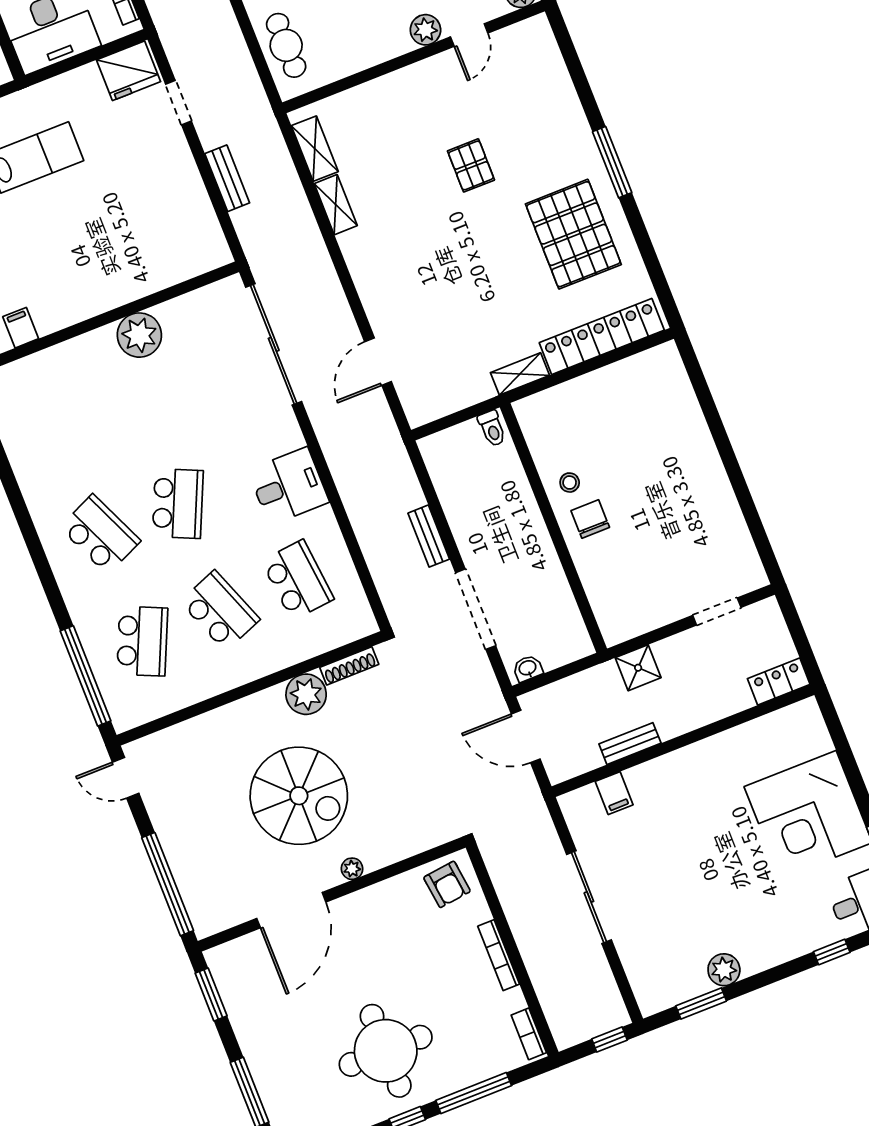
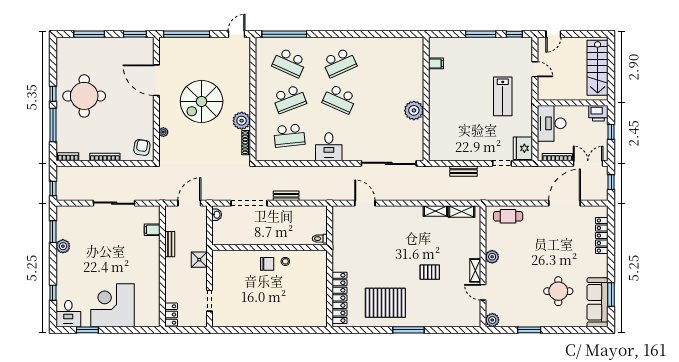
plant: (425, 30) -> (492, 257), moved
shelving: (520, 374) -> (475, 270), moved
plant: (352, 869) -> (163, 132), moved
armchair: (447, 884) -> (142, 147), turned 106

